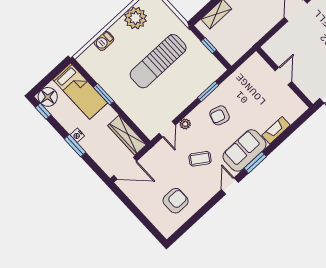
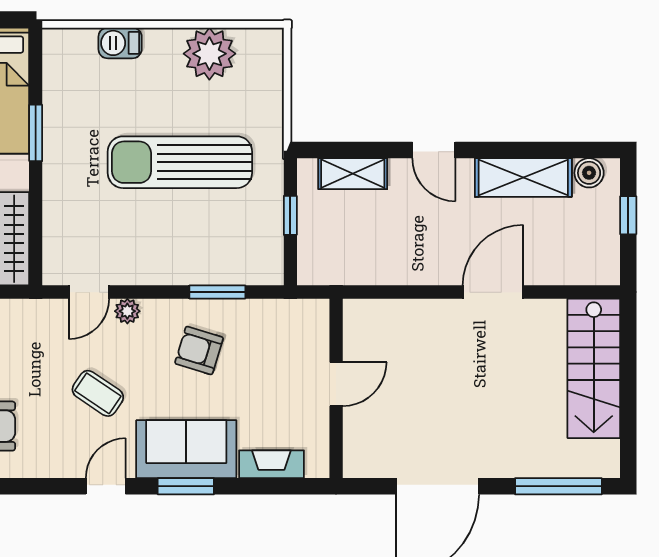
door: (283, 76) -> (336, 384), moved
wall: (285, 77) -> (336, 388), moved

